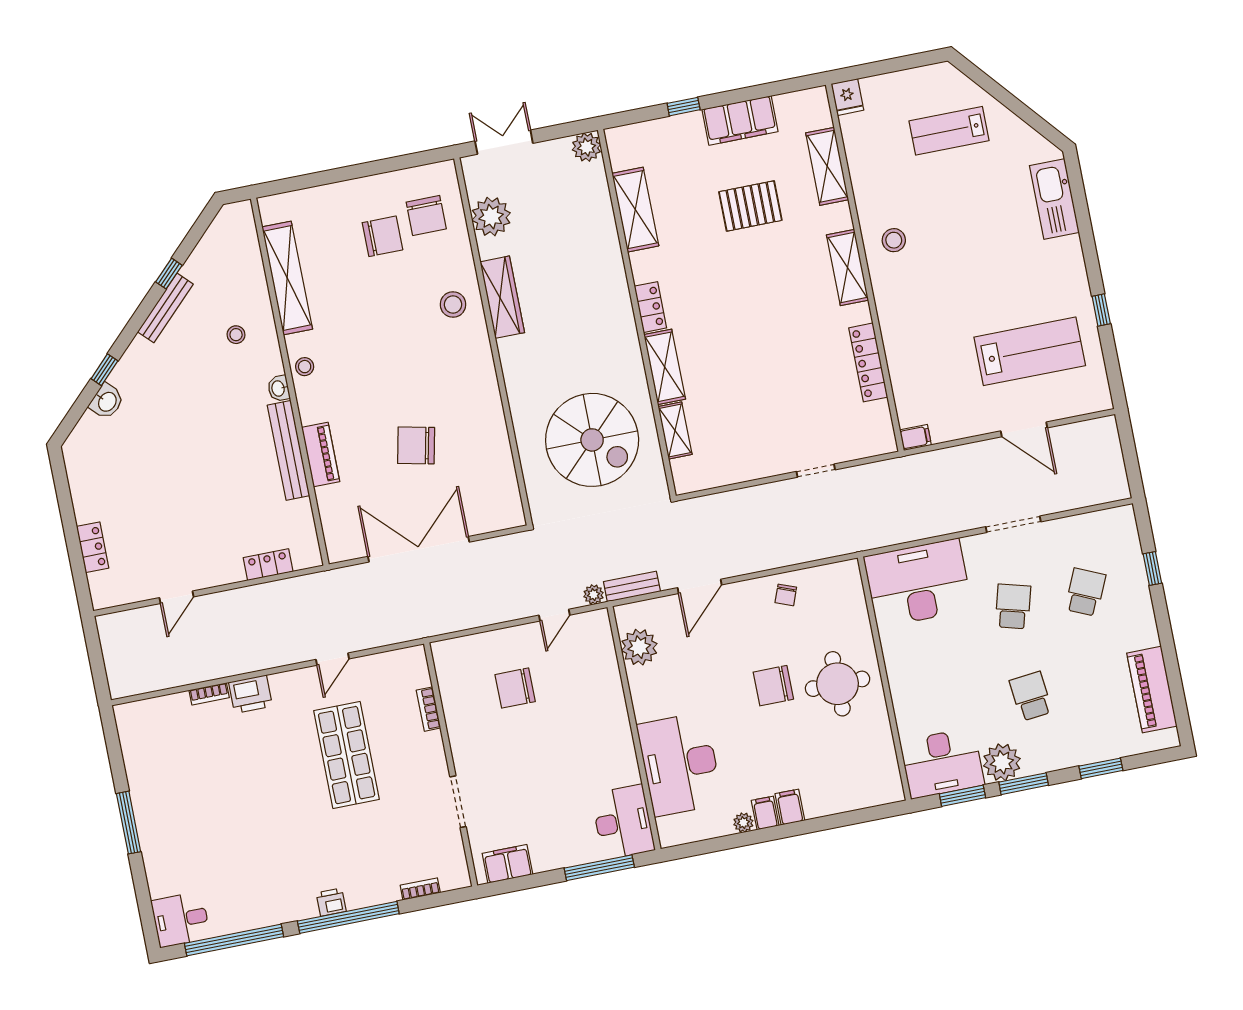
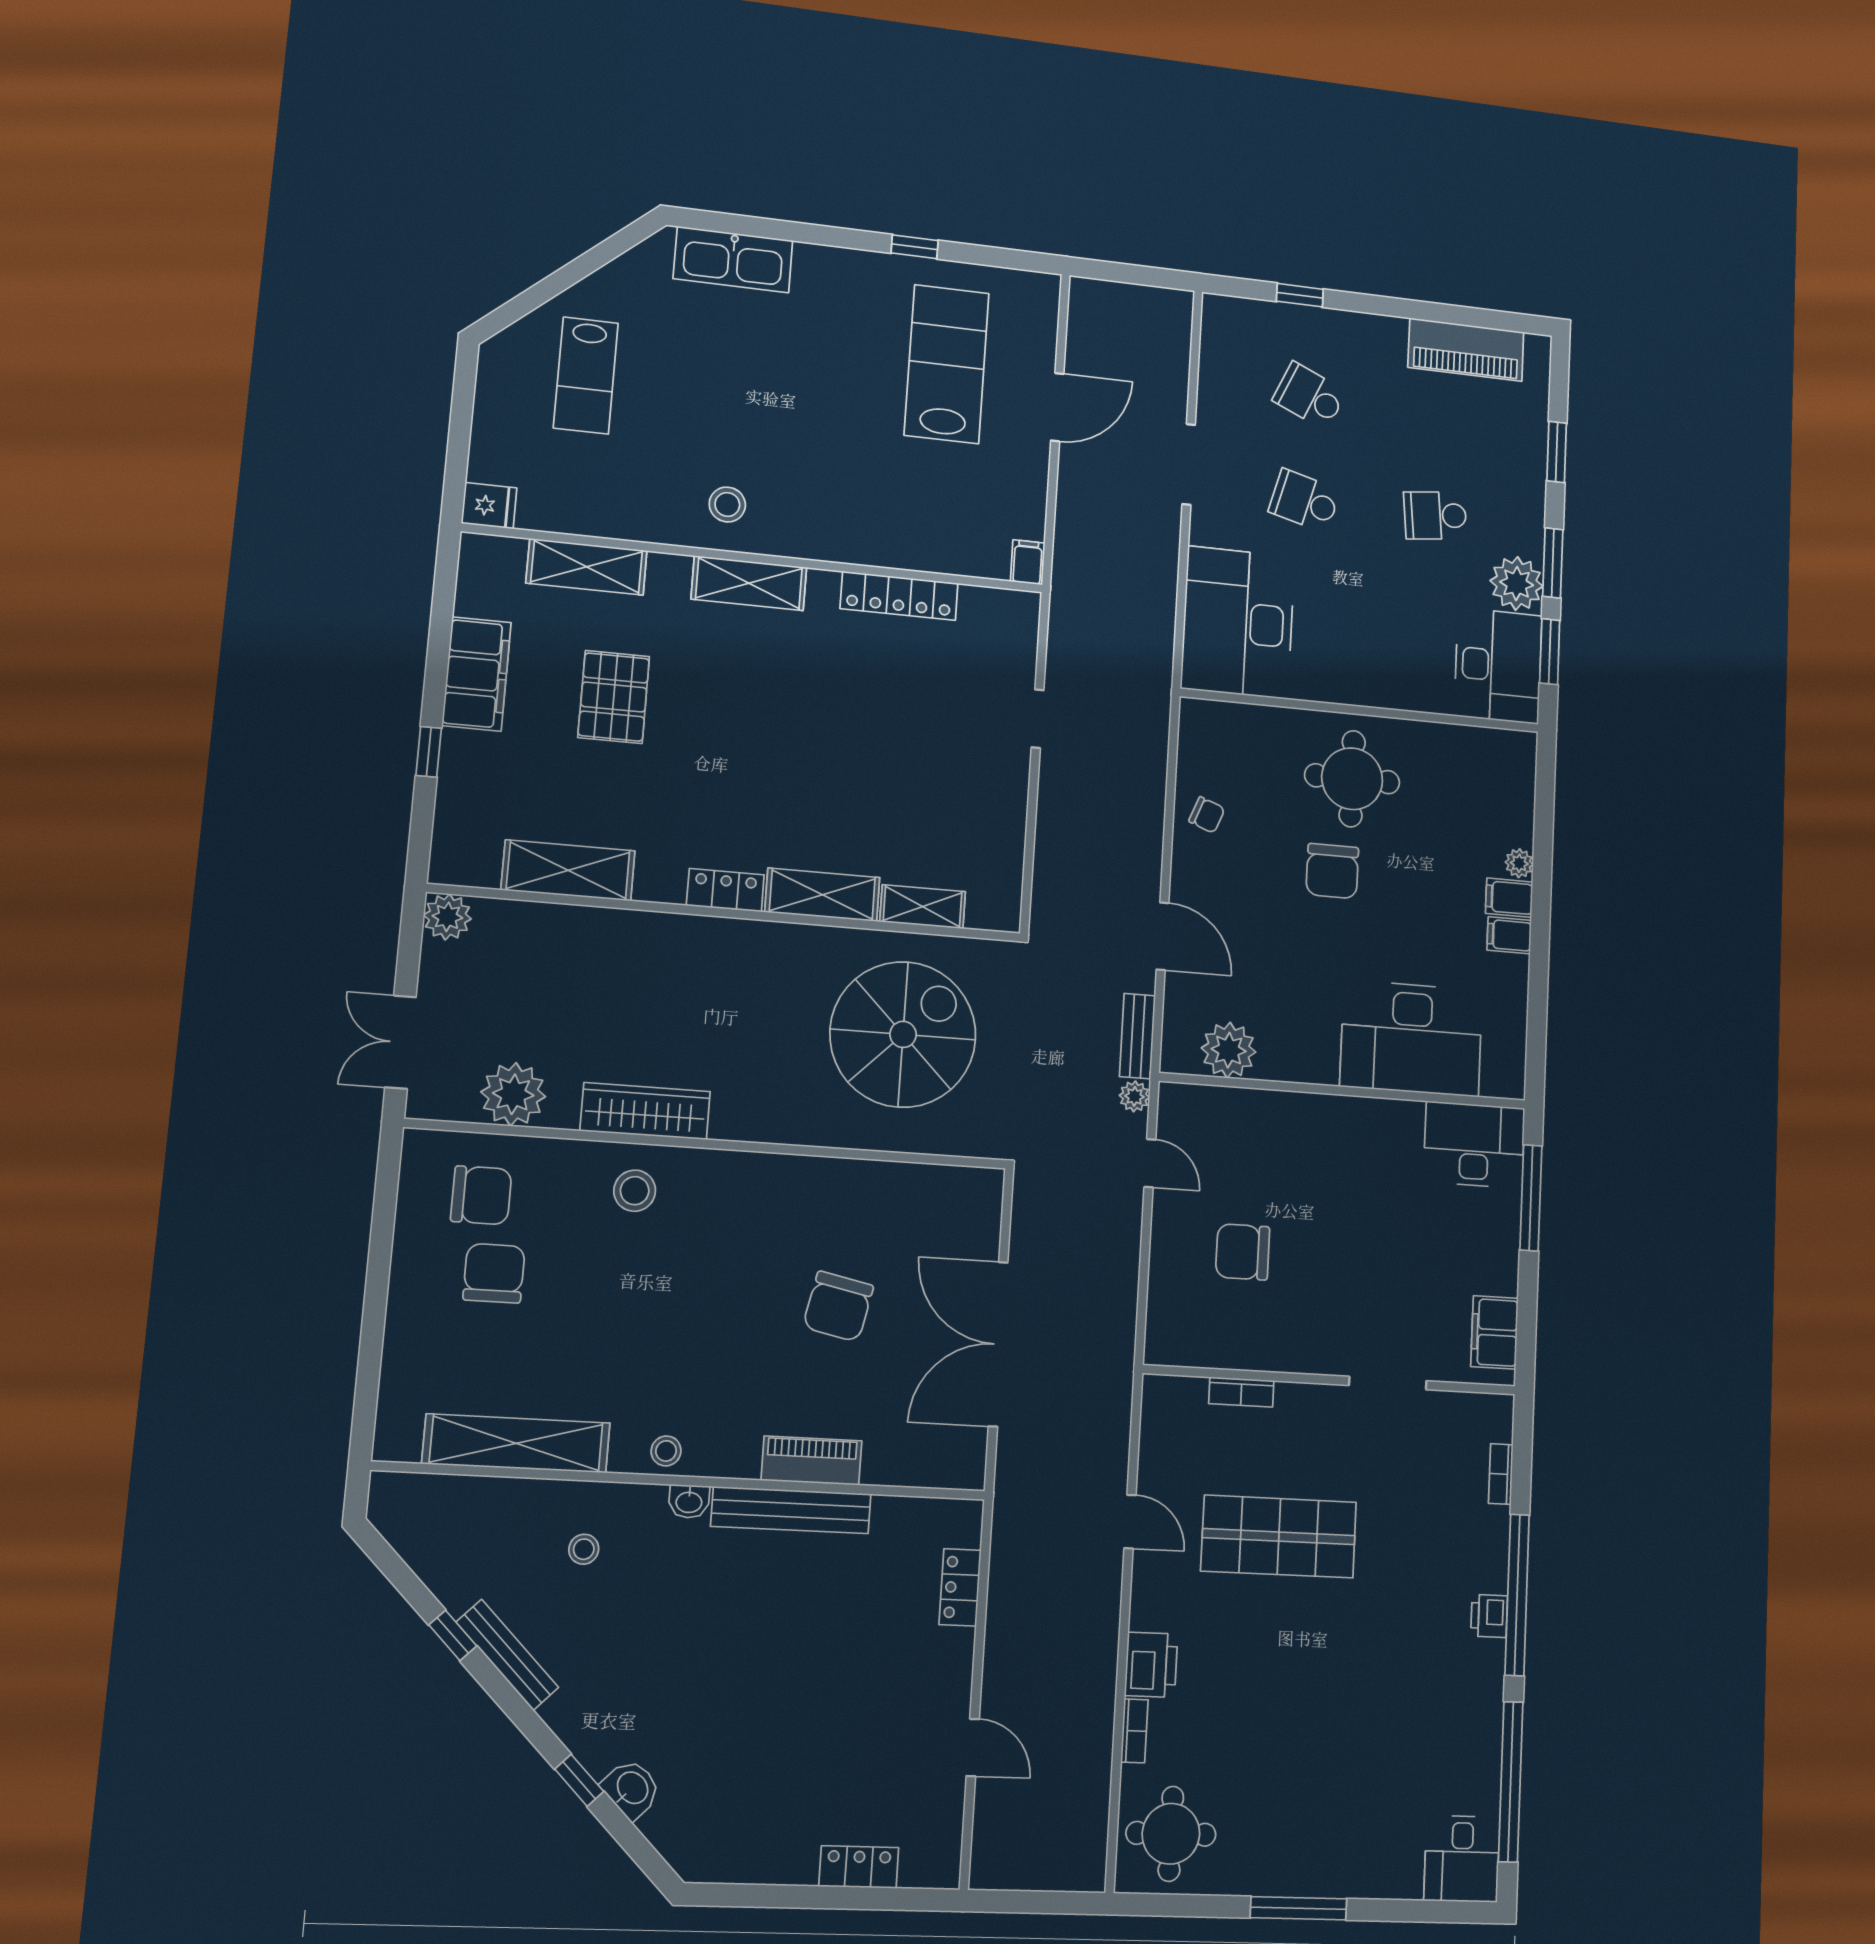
chair: (515, 688) -> (1243, 1252), turned 90
round table: (154, 732) -> (1171, 1834), added
plant: (743, 823) -> (1519, 863), moved

